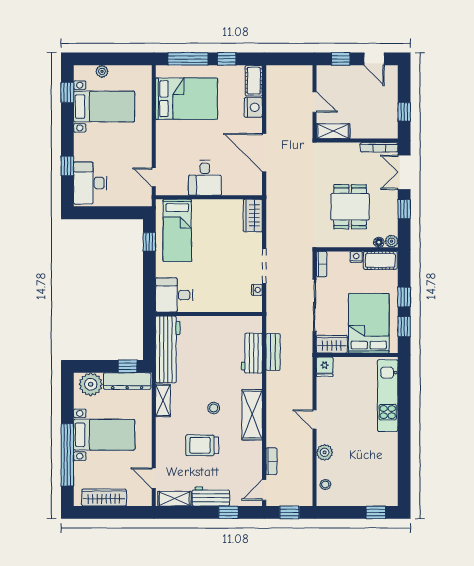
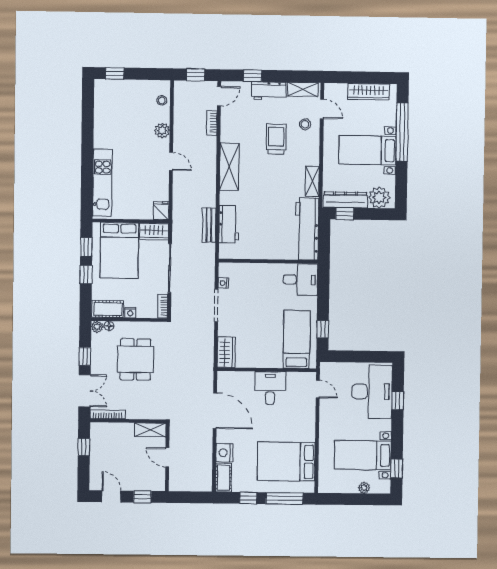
desk: (90, 183) -> (372, 392), width x1.36, depth x1.30
stool: (214, 408) -> (305, 124), moved
trolley: (202, 445) -> (276, 139), turned -90

